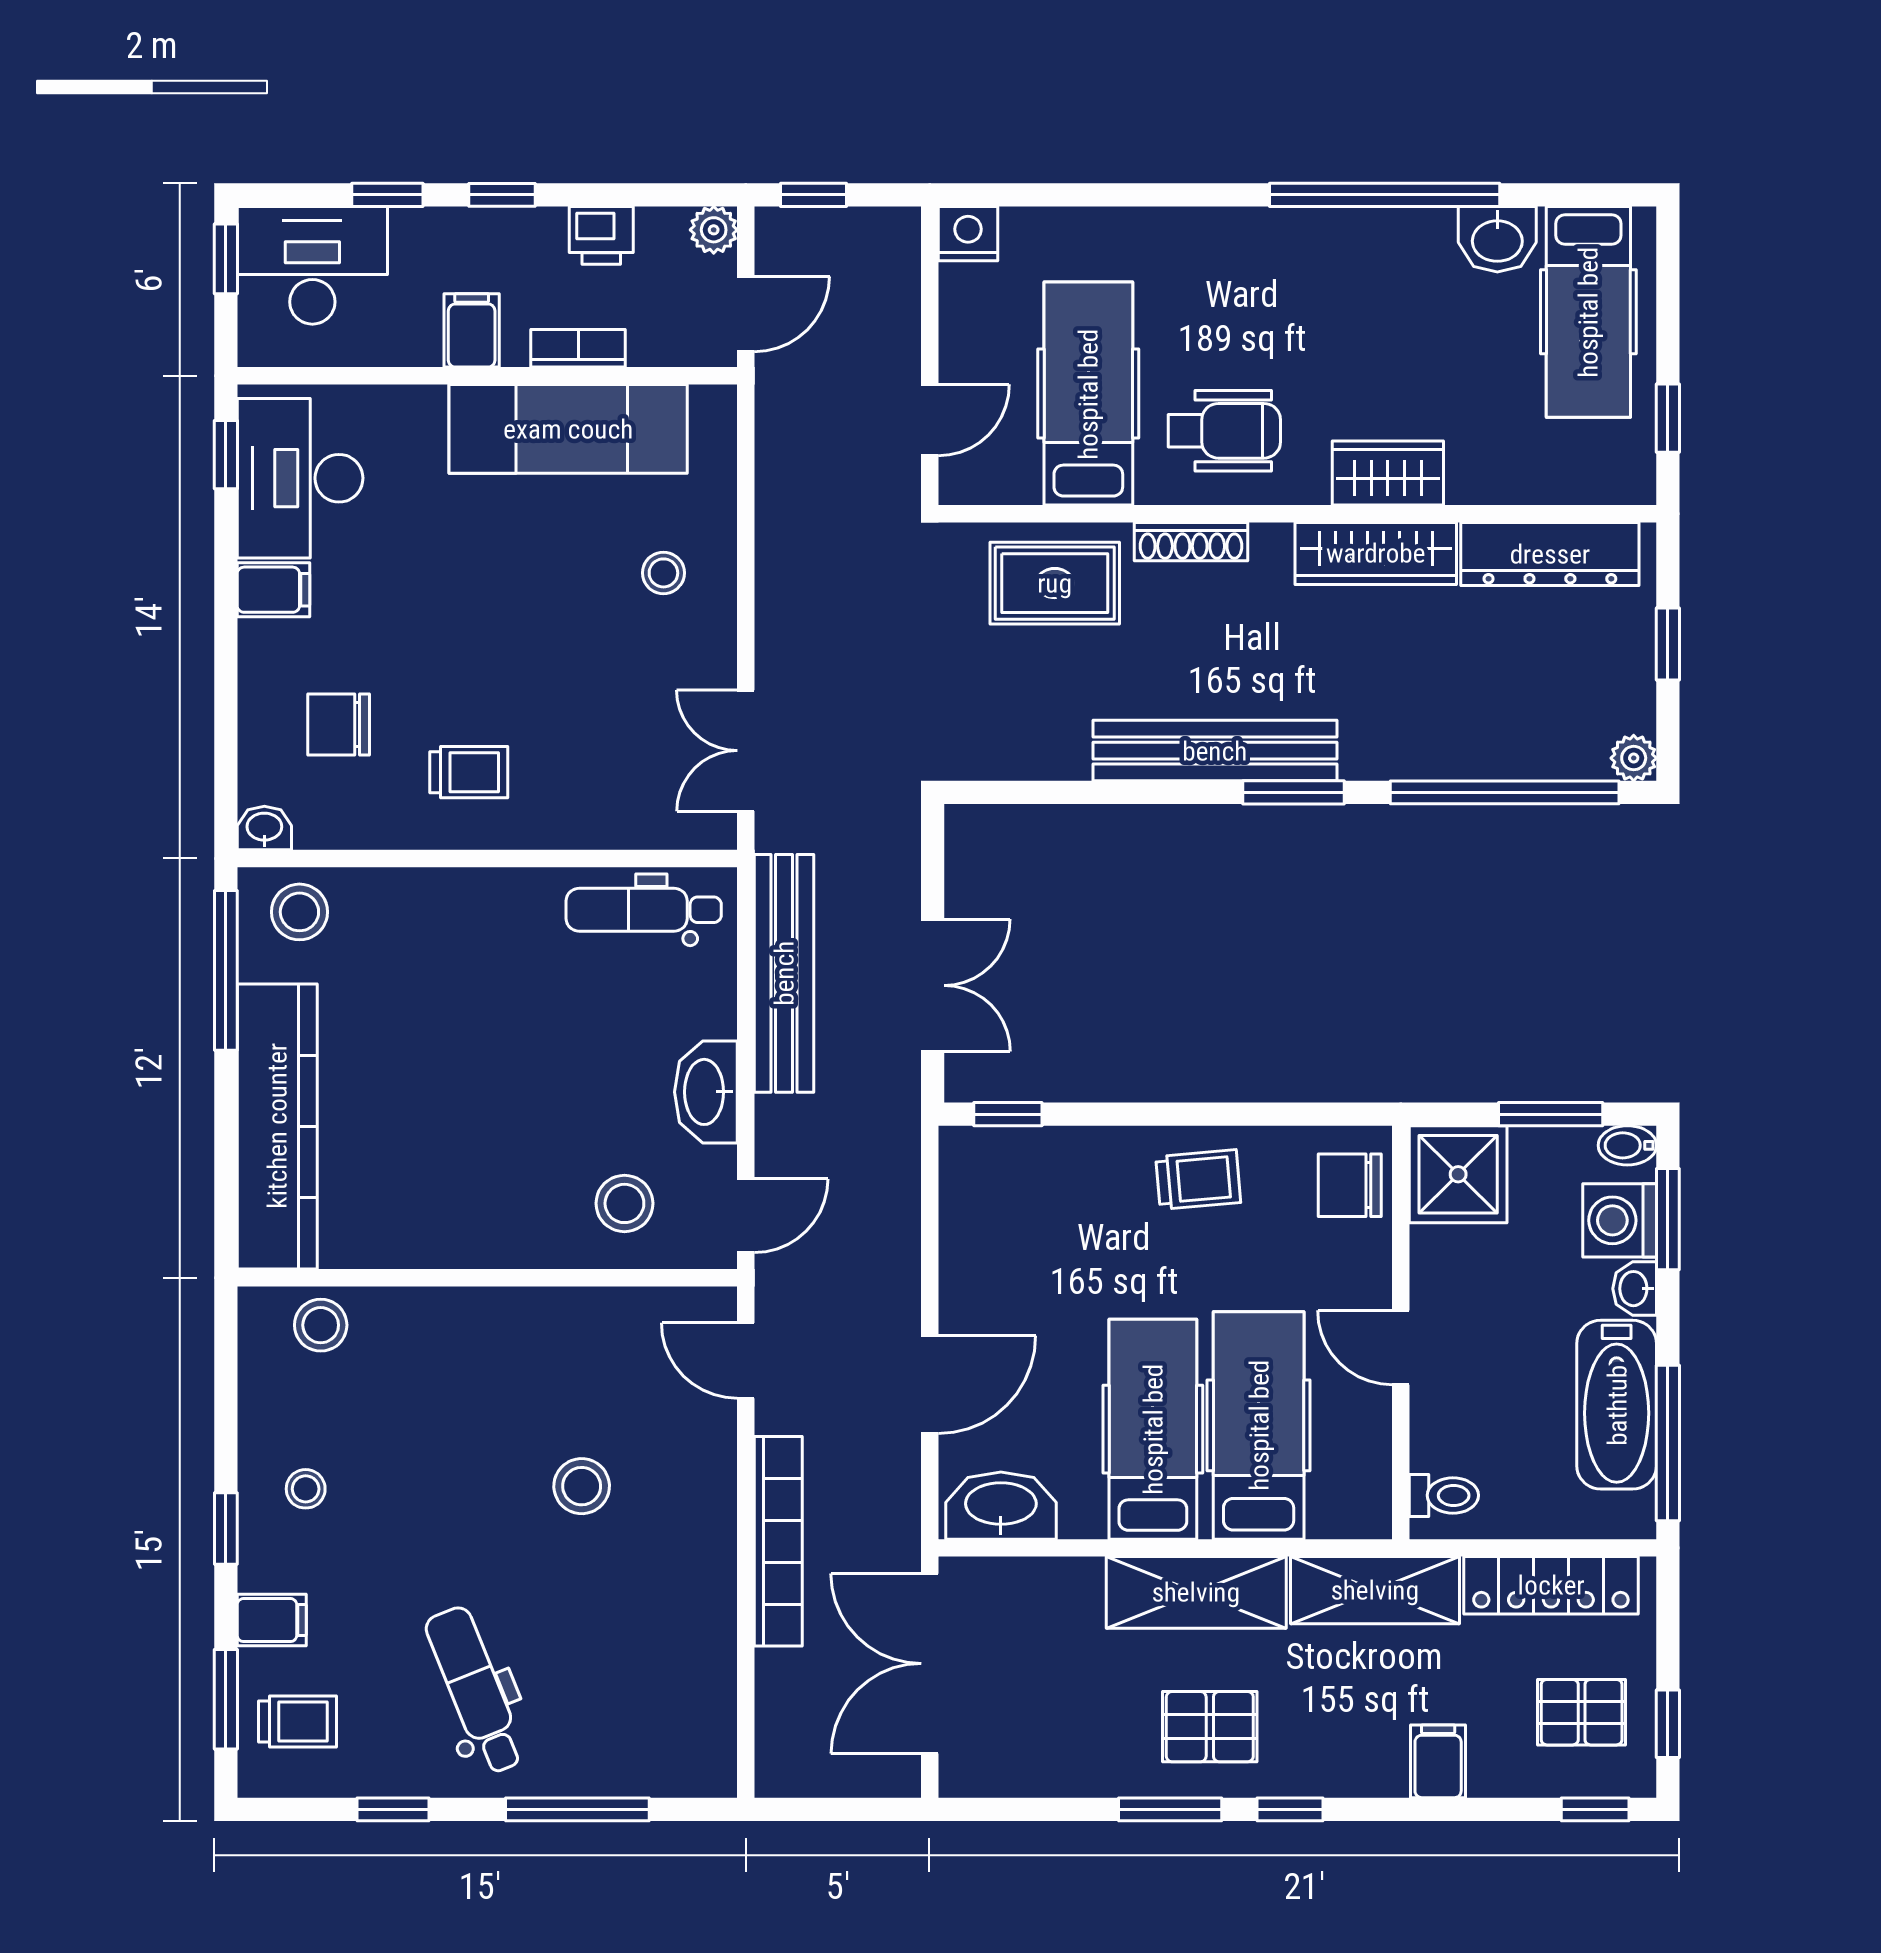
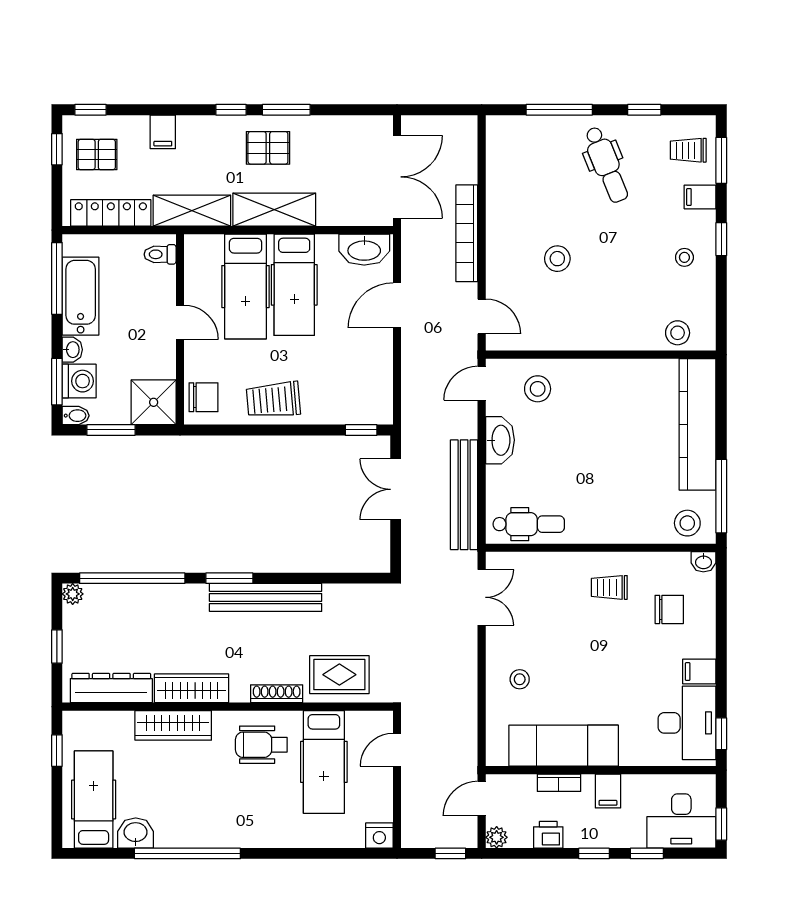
wardrobe: (1388, 473) -> (173, 725), width x1.50
trolley: (1198, 1180) -> (273, 400), width x1.36, depth x1.39

